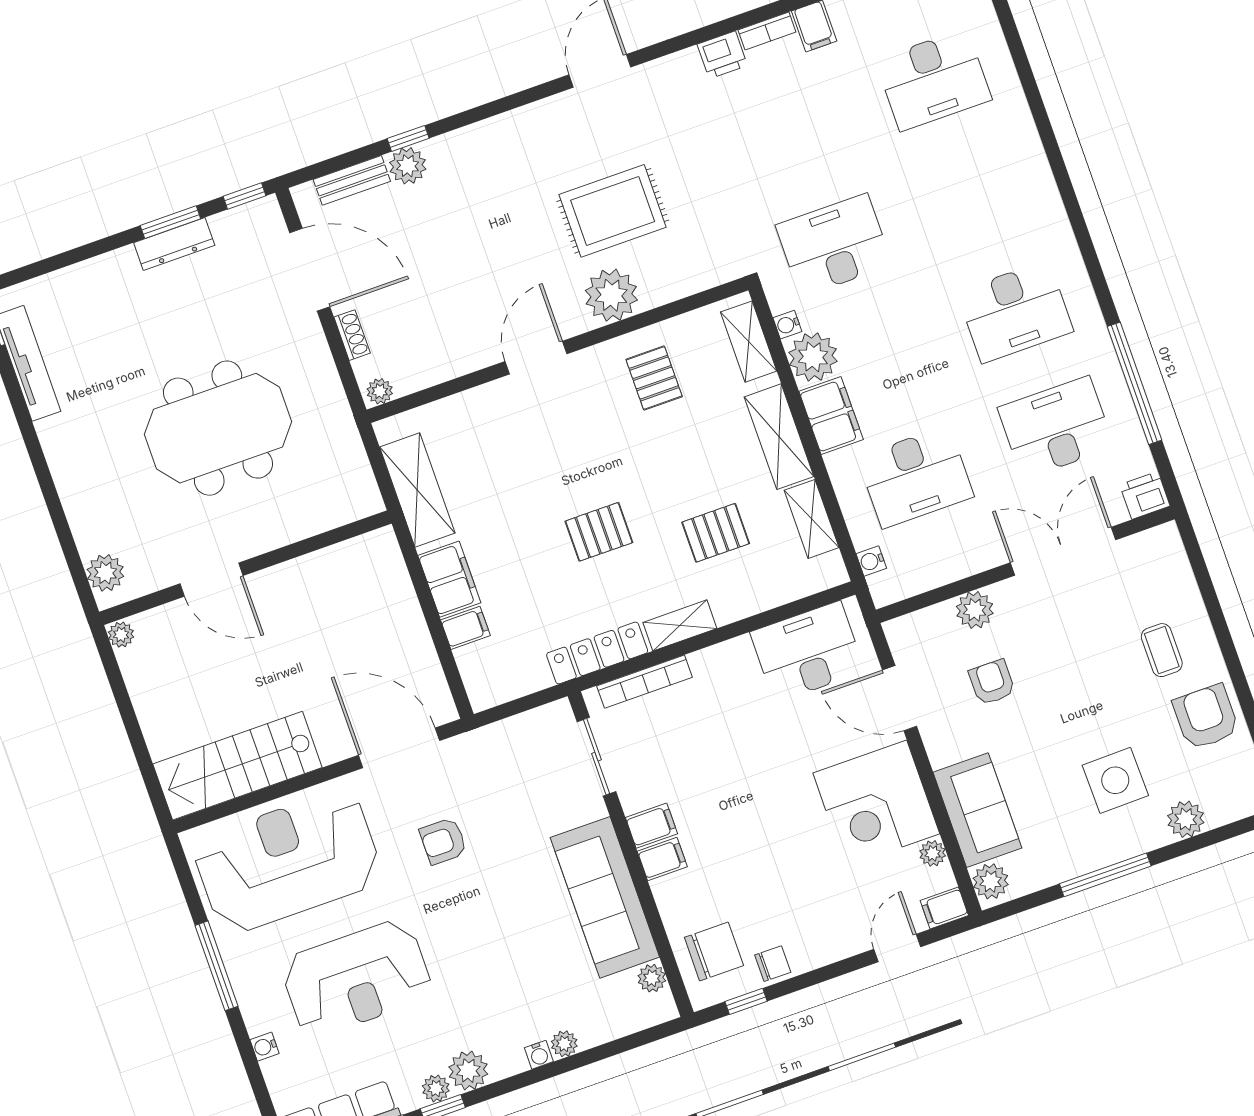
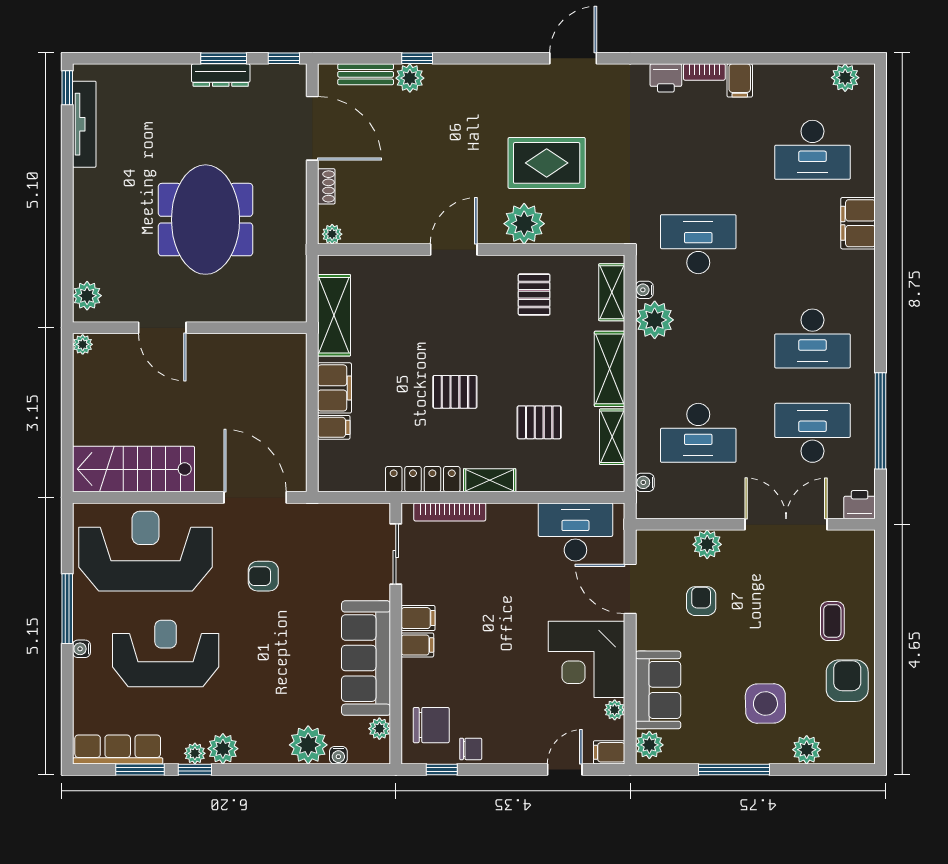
filing cabinet: (831, 415) -> (858, 223), moved, turned 180
meeting table: (218, 428) -> (206, 220), turned 90
reception desk: (357, 978) -> (166, 653), turned 180
plant: (564, 1044) -> (308, 745), width x1.88, depth x1.88
water cooler: (265, 1047) -> (81, 649), moved
water cooler: (539, 1055) -> (338, 755), moved

